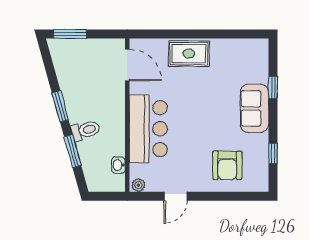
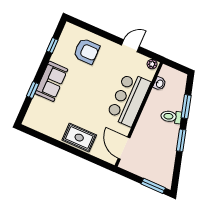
armchair: (227, 165) -> (86, 51), turned 90

